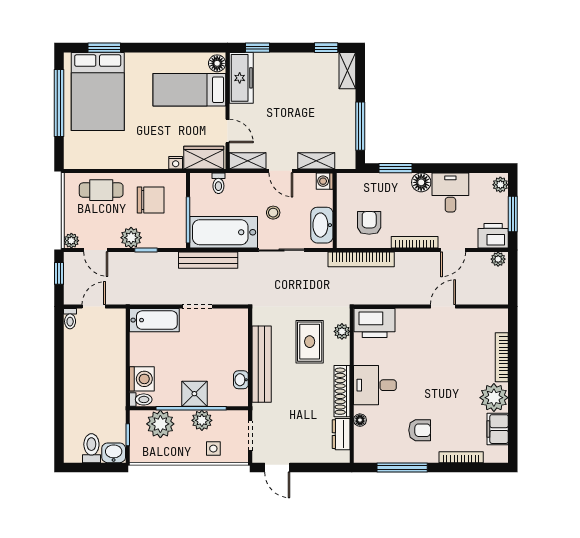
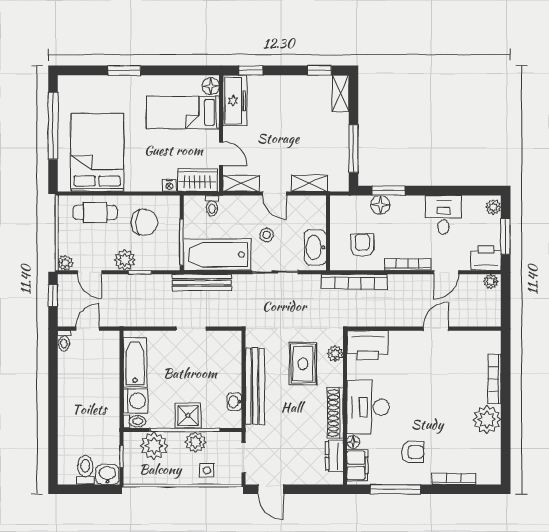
window: (104, 48) -> (124, 70), moved
bed: (98, 91) -> (97, 152), moved, turned 180
washing machine: (325, 181) -> (318, 204), removed
floor lamp: (421, 182) -> (380, 205), moved
bathtub: (154, 320) -> (135, 362), moved, turned -90
desk: (375, 385) -> (368, 407), width x1.37
filing cabinet: (498, 429) -> (357, 465), moved, turned 180

